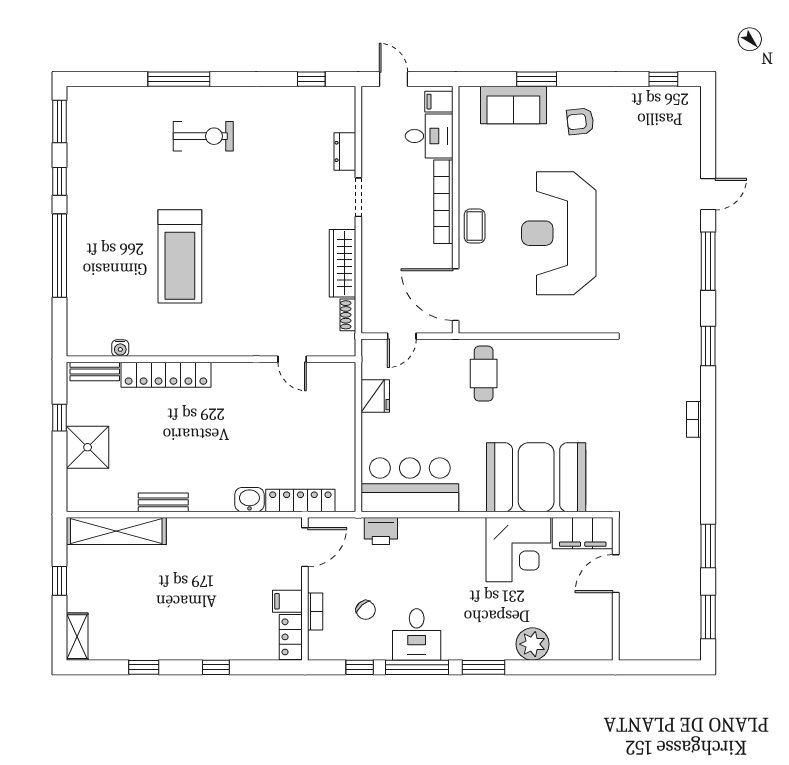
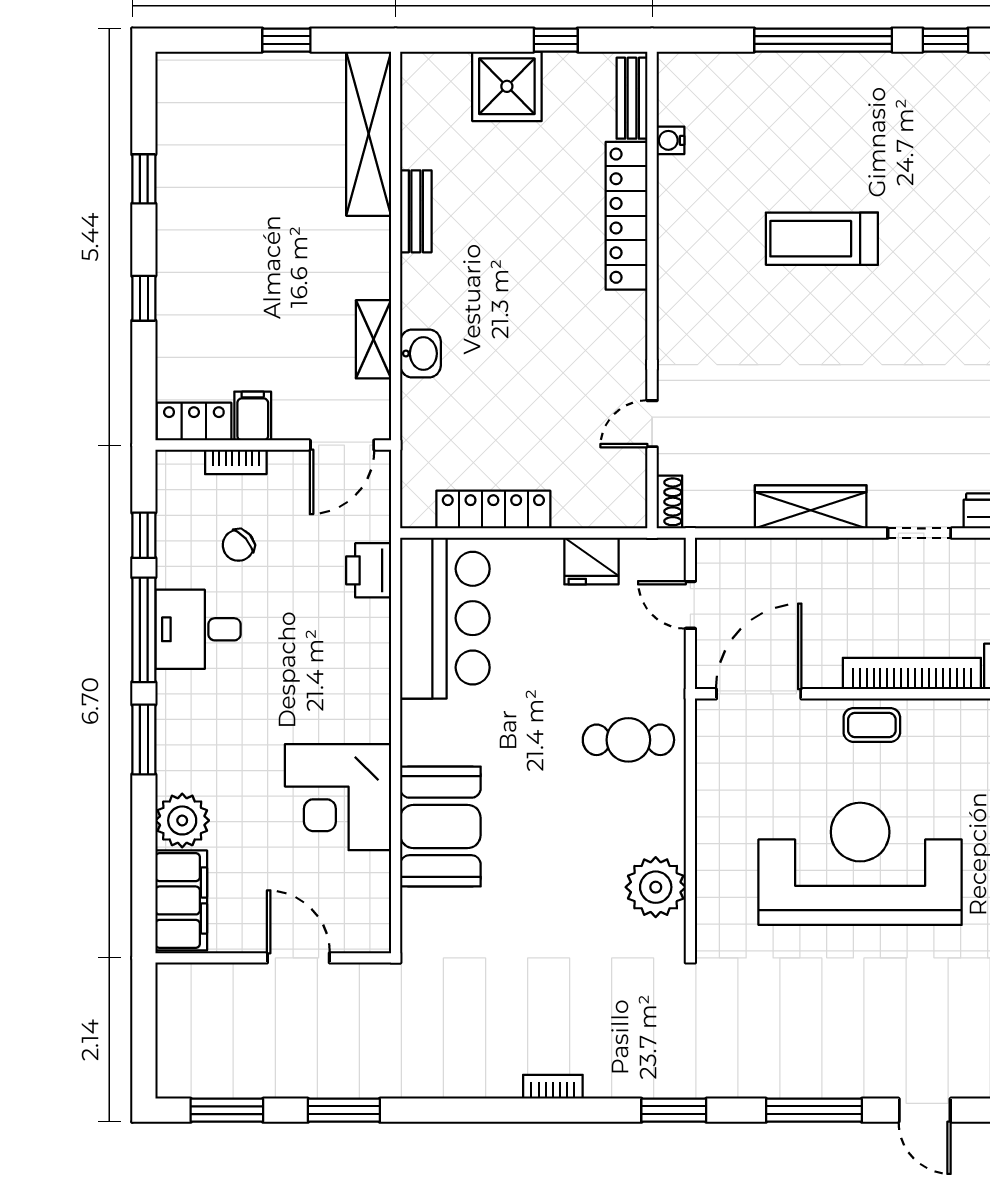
treadmill: (180, 256) -> (822, 239), width x0.73, depth x0.73
shoe rack: (348, 315) -> (669, 502), moved, turned 90
plant: (573, 357) -> (656, 887), added
booth: (536, 477) -> (440, 826), width x0.73, depth x0.70
locker: (300, 500) -> (493, 510), moved, turned -90
filing cabinet: (583, 533) -> (181, 900), moved, turned 180
door: (305, 547) -> (342, 445), hinge flipped
shelving: (77, 637) -> (373, 339), moved, turned 90

